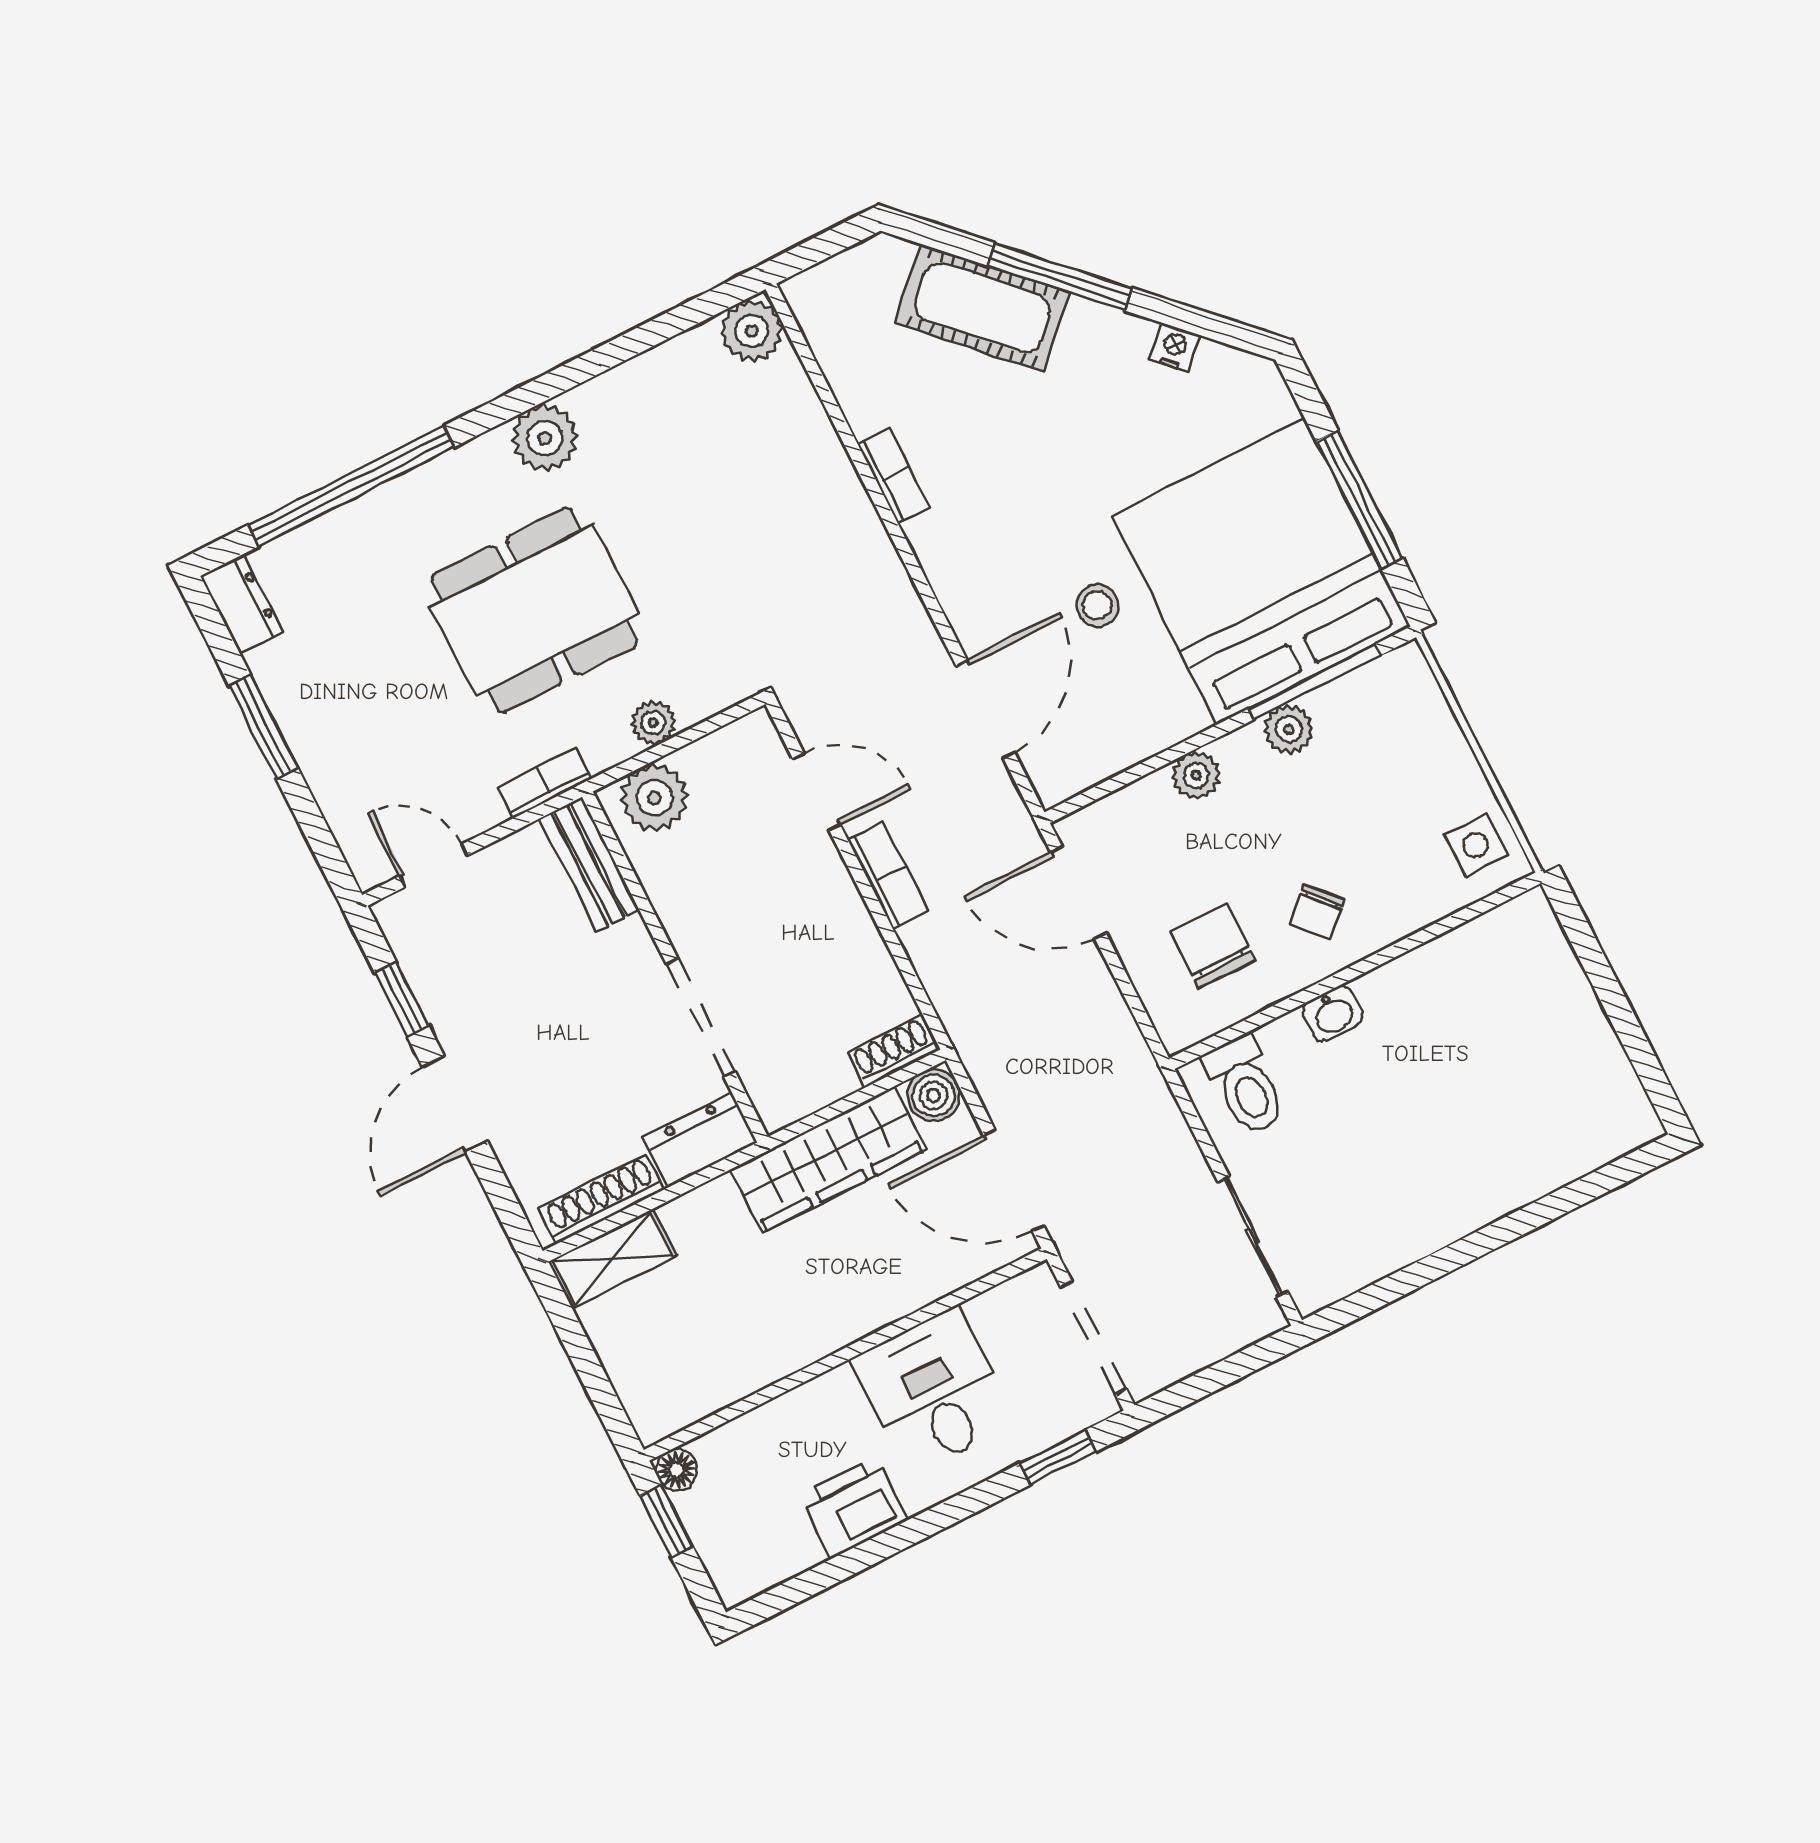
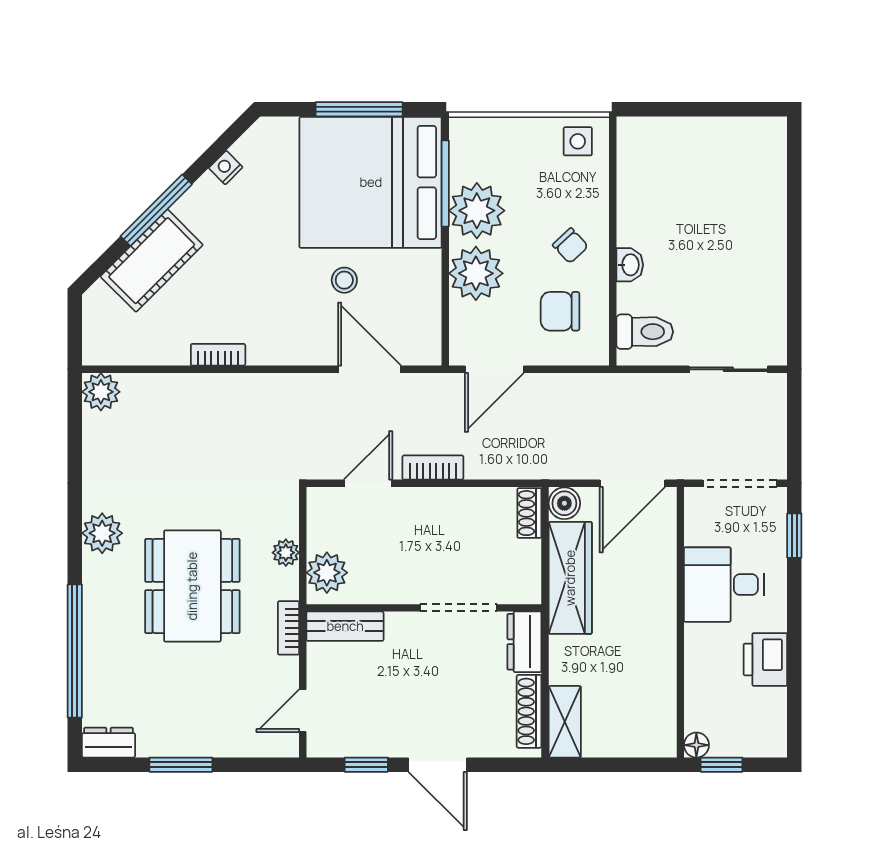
plant: (1289, 729) -> (477, 211), width x1.88, depth x1.88
plant: (1196, 775) -> (476, 273), width x1.88, depth x1.88

